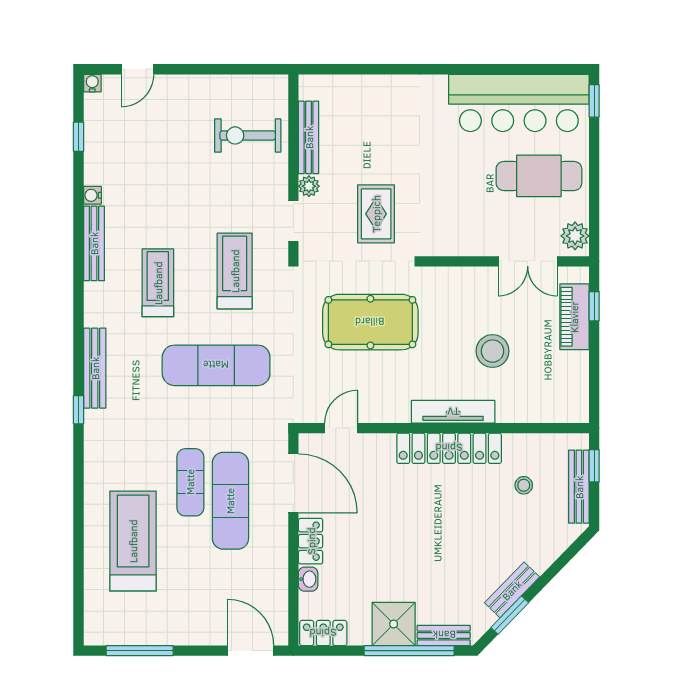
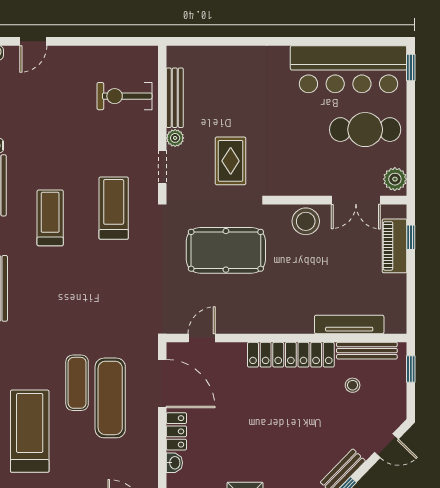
stool: (493, 351) -> (306, 221), moved
exercise mat: (216, 365) -> (98, 286), removed
tv unit: (453, 412) -> (349, 324), moved
bench: (579, 487) -> (367, 351), moved, turned 90
door: (565, 558) -> (387, 446), added

